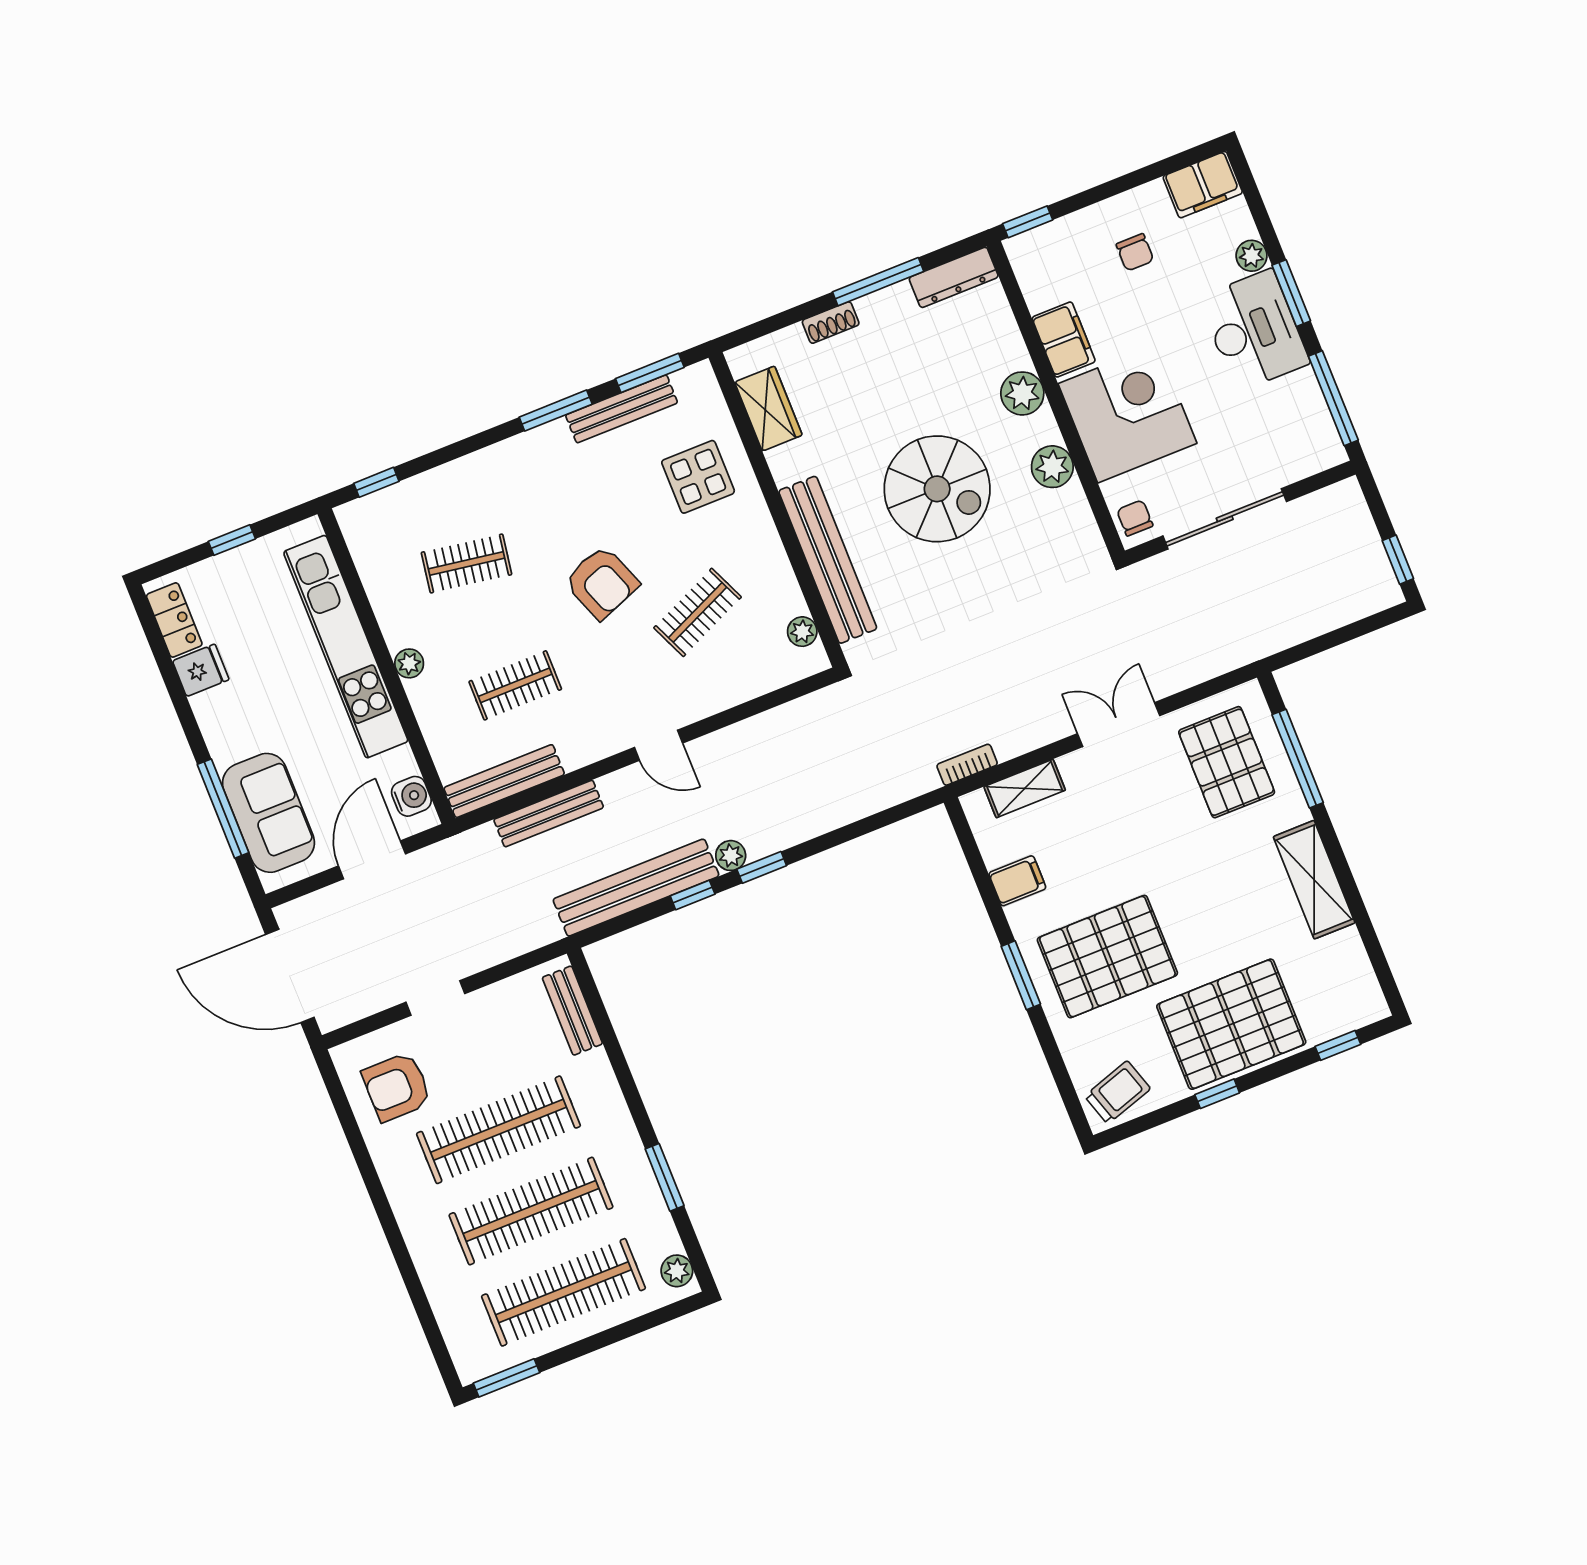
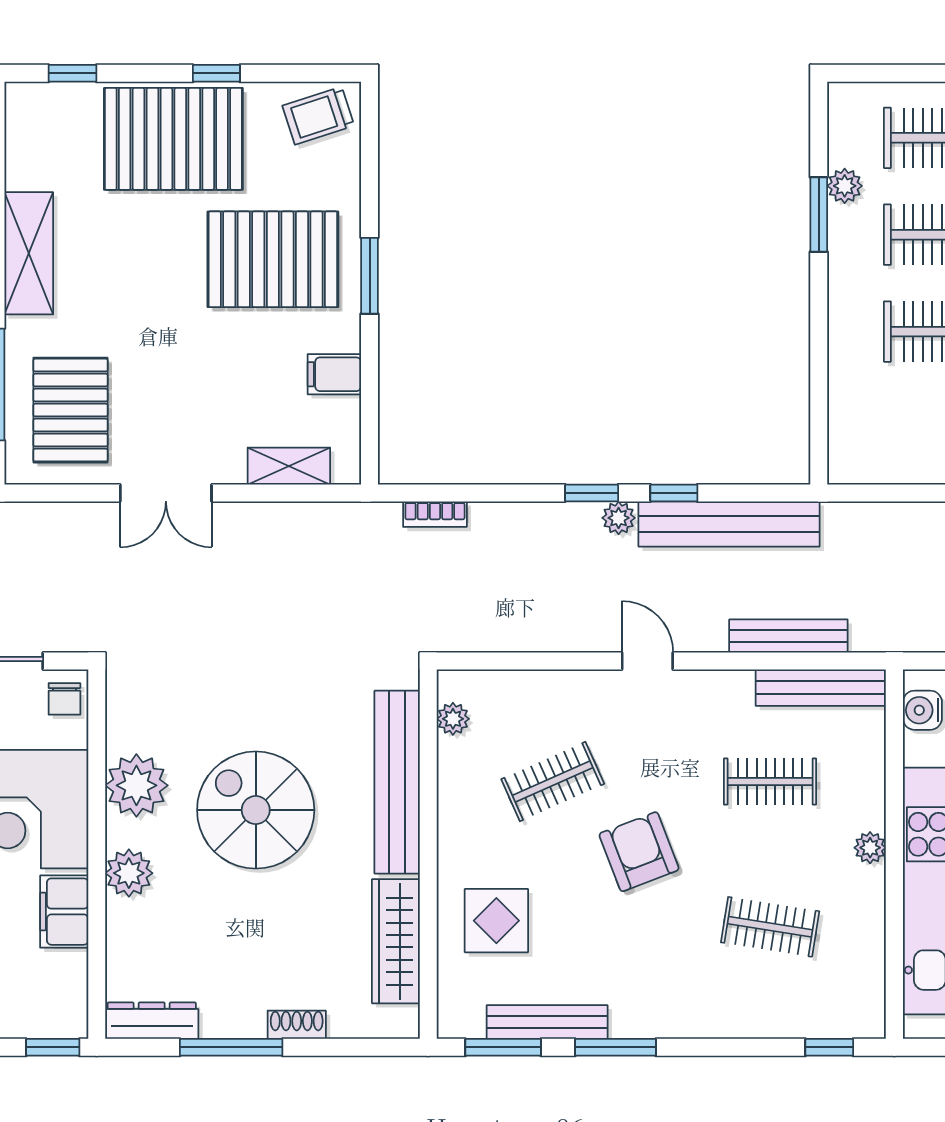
wardrobe: (768, 409) -> (396, 941), width x1.50
plant: (1052, 467) -> (136, 785), width x1.36, depth x1.36
bookcase: (967, 765) -> (435, 514), moved
bench: (572, 1011) -> (845, 424), removed
plant: (677, 1271) -> (845, 186), moved

